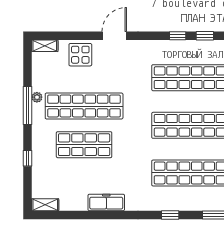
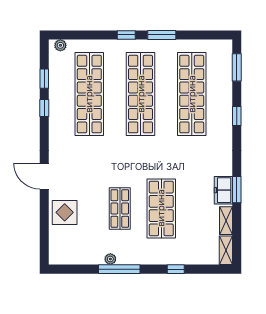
shelving: (45, 46) -> (226, 221), moved
shop shelf: (84, 106) -> (120, 208), width x0.50, depth x0.74
freezer: (106, 202) -> (223, 190), width x0.71
window: (102, 215) -> (237, 190), added

